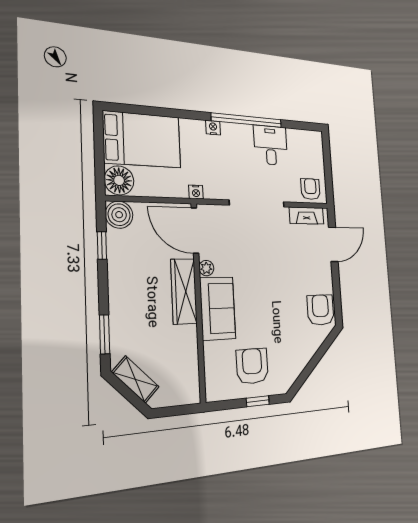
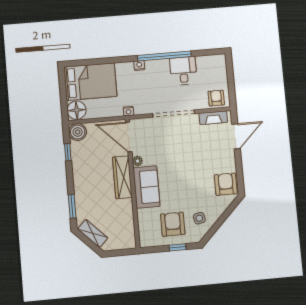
side table: (287, 358) -> (199, 218), added

